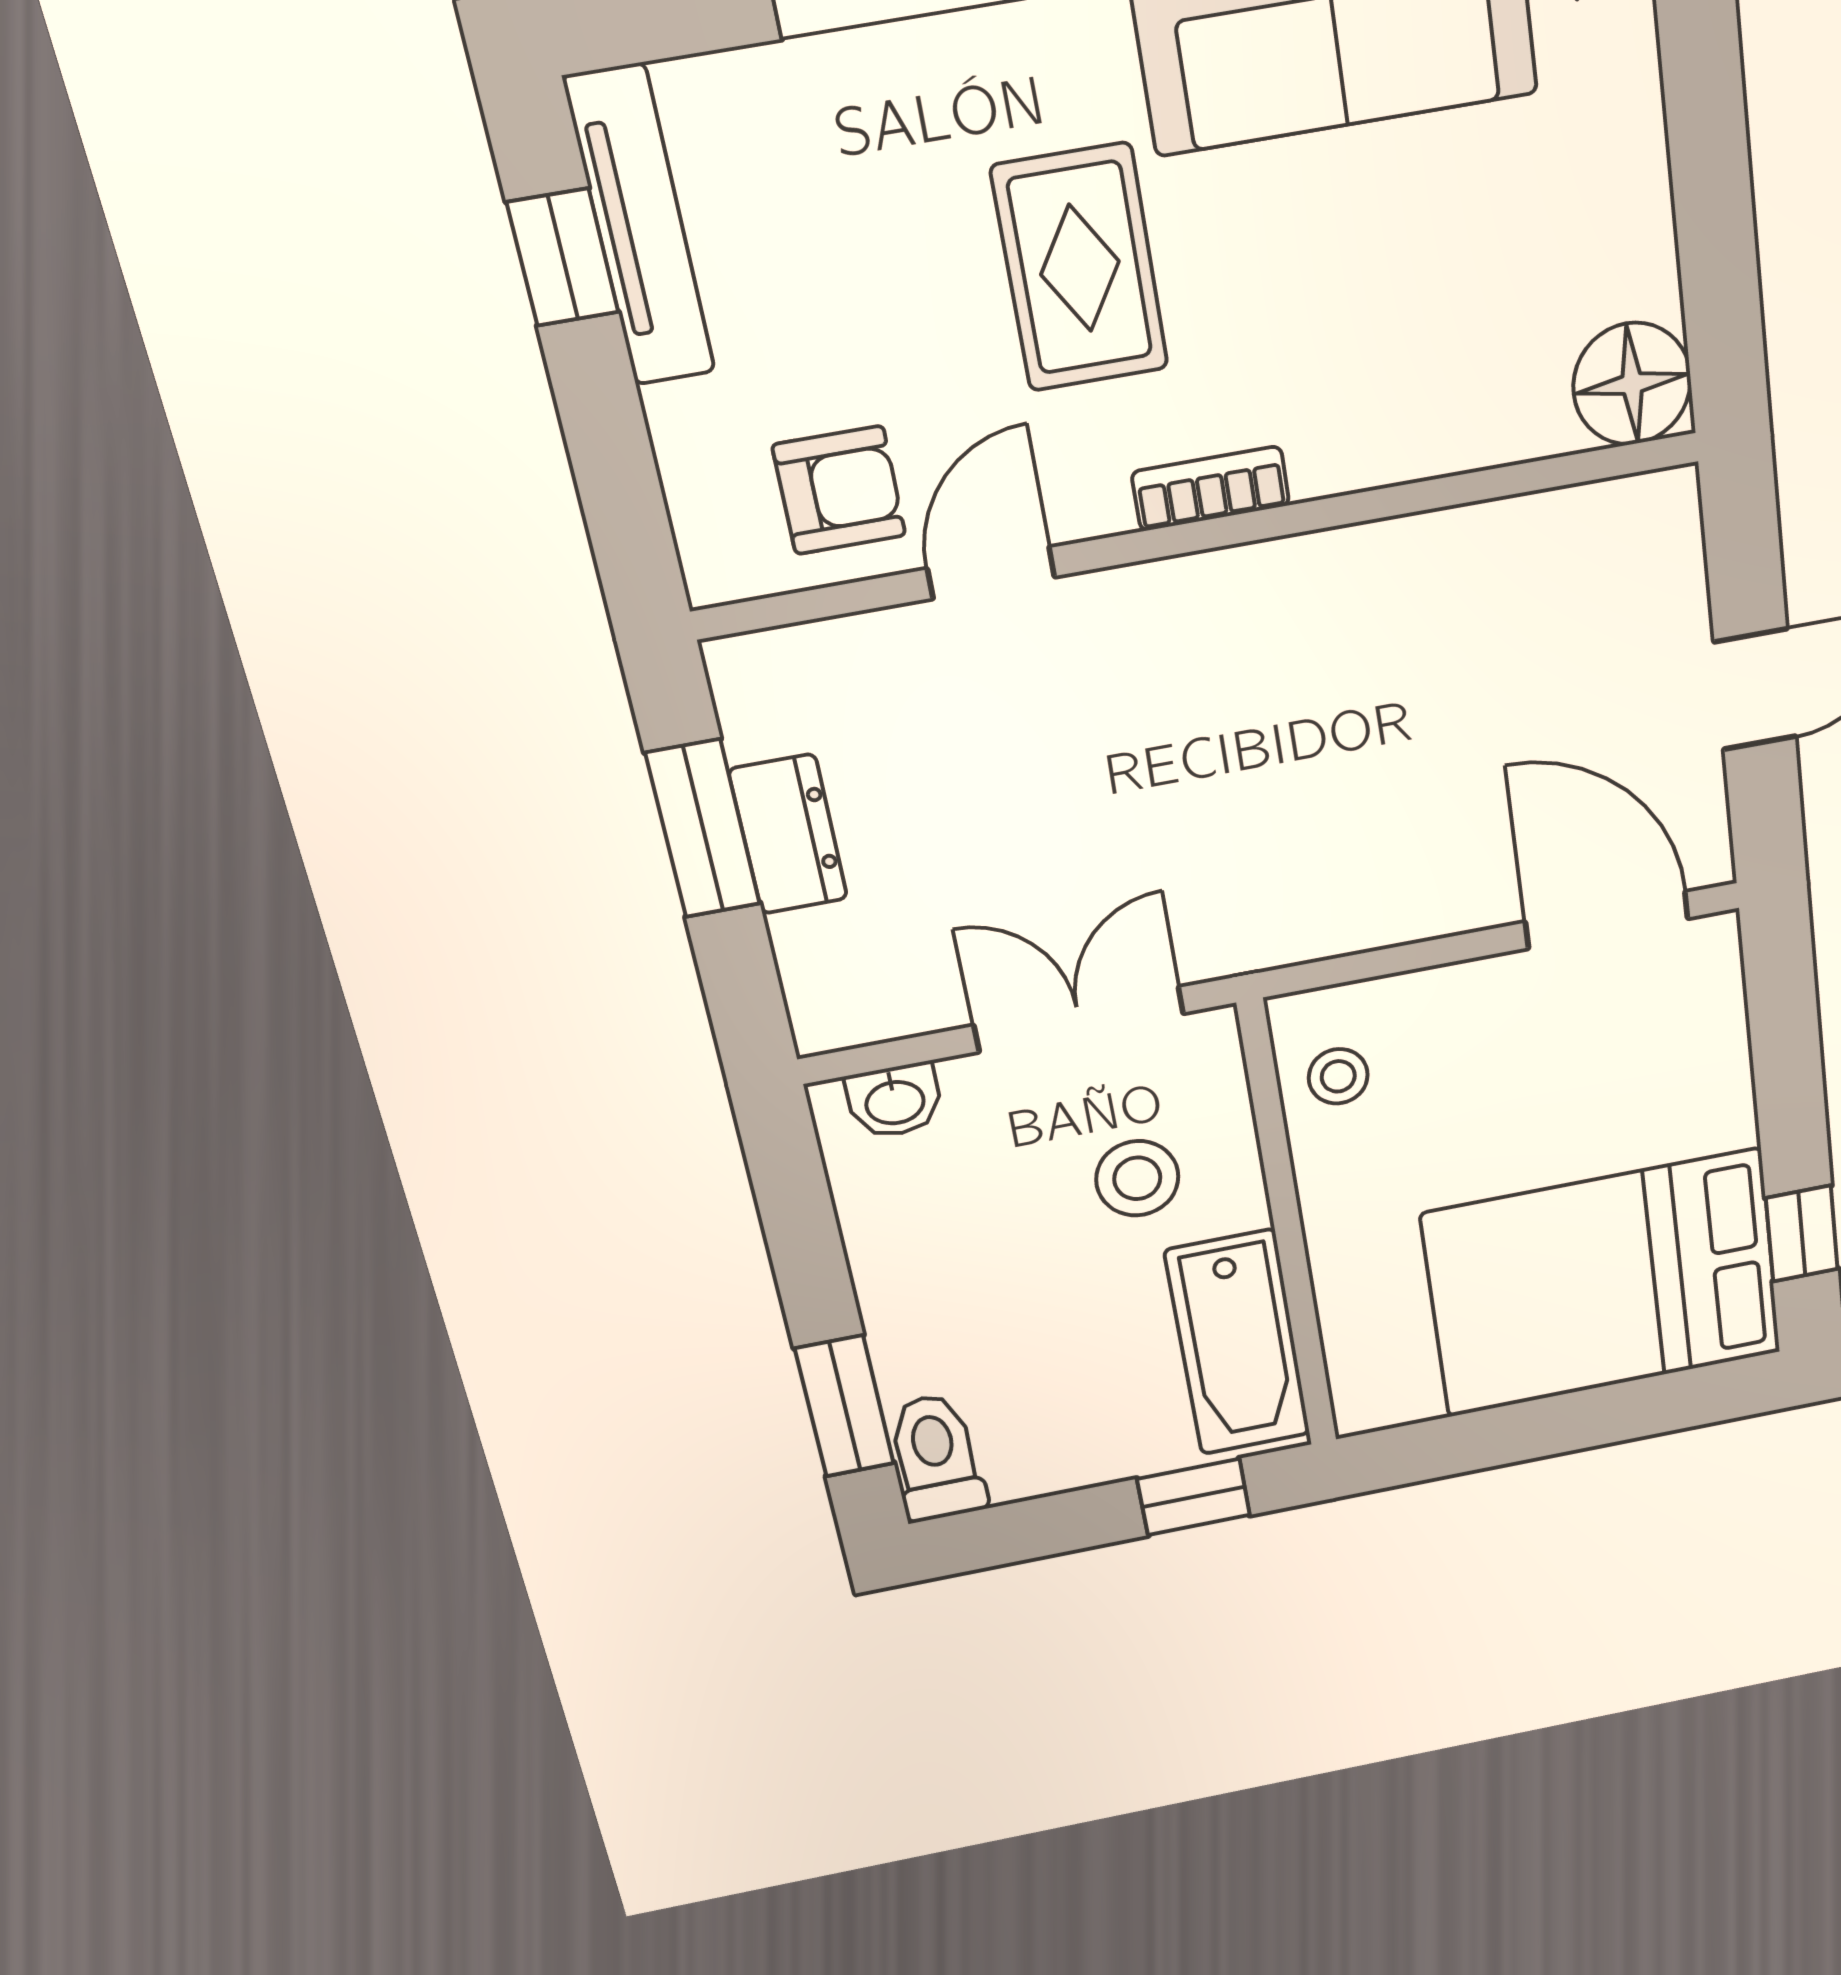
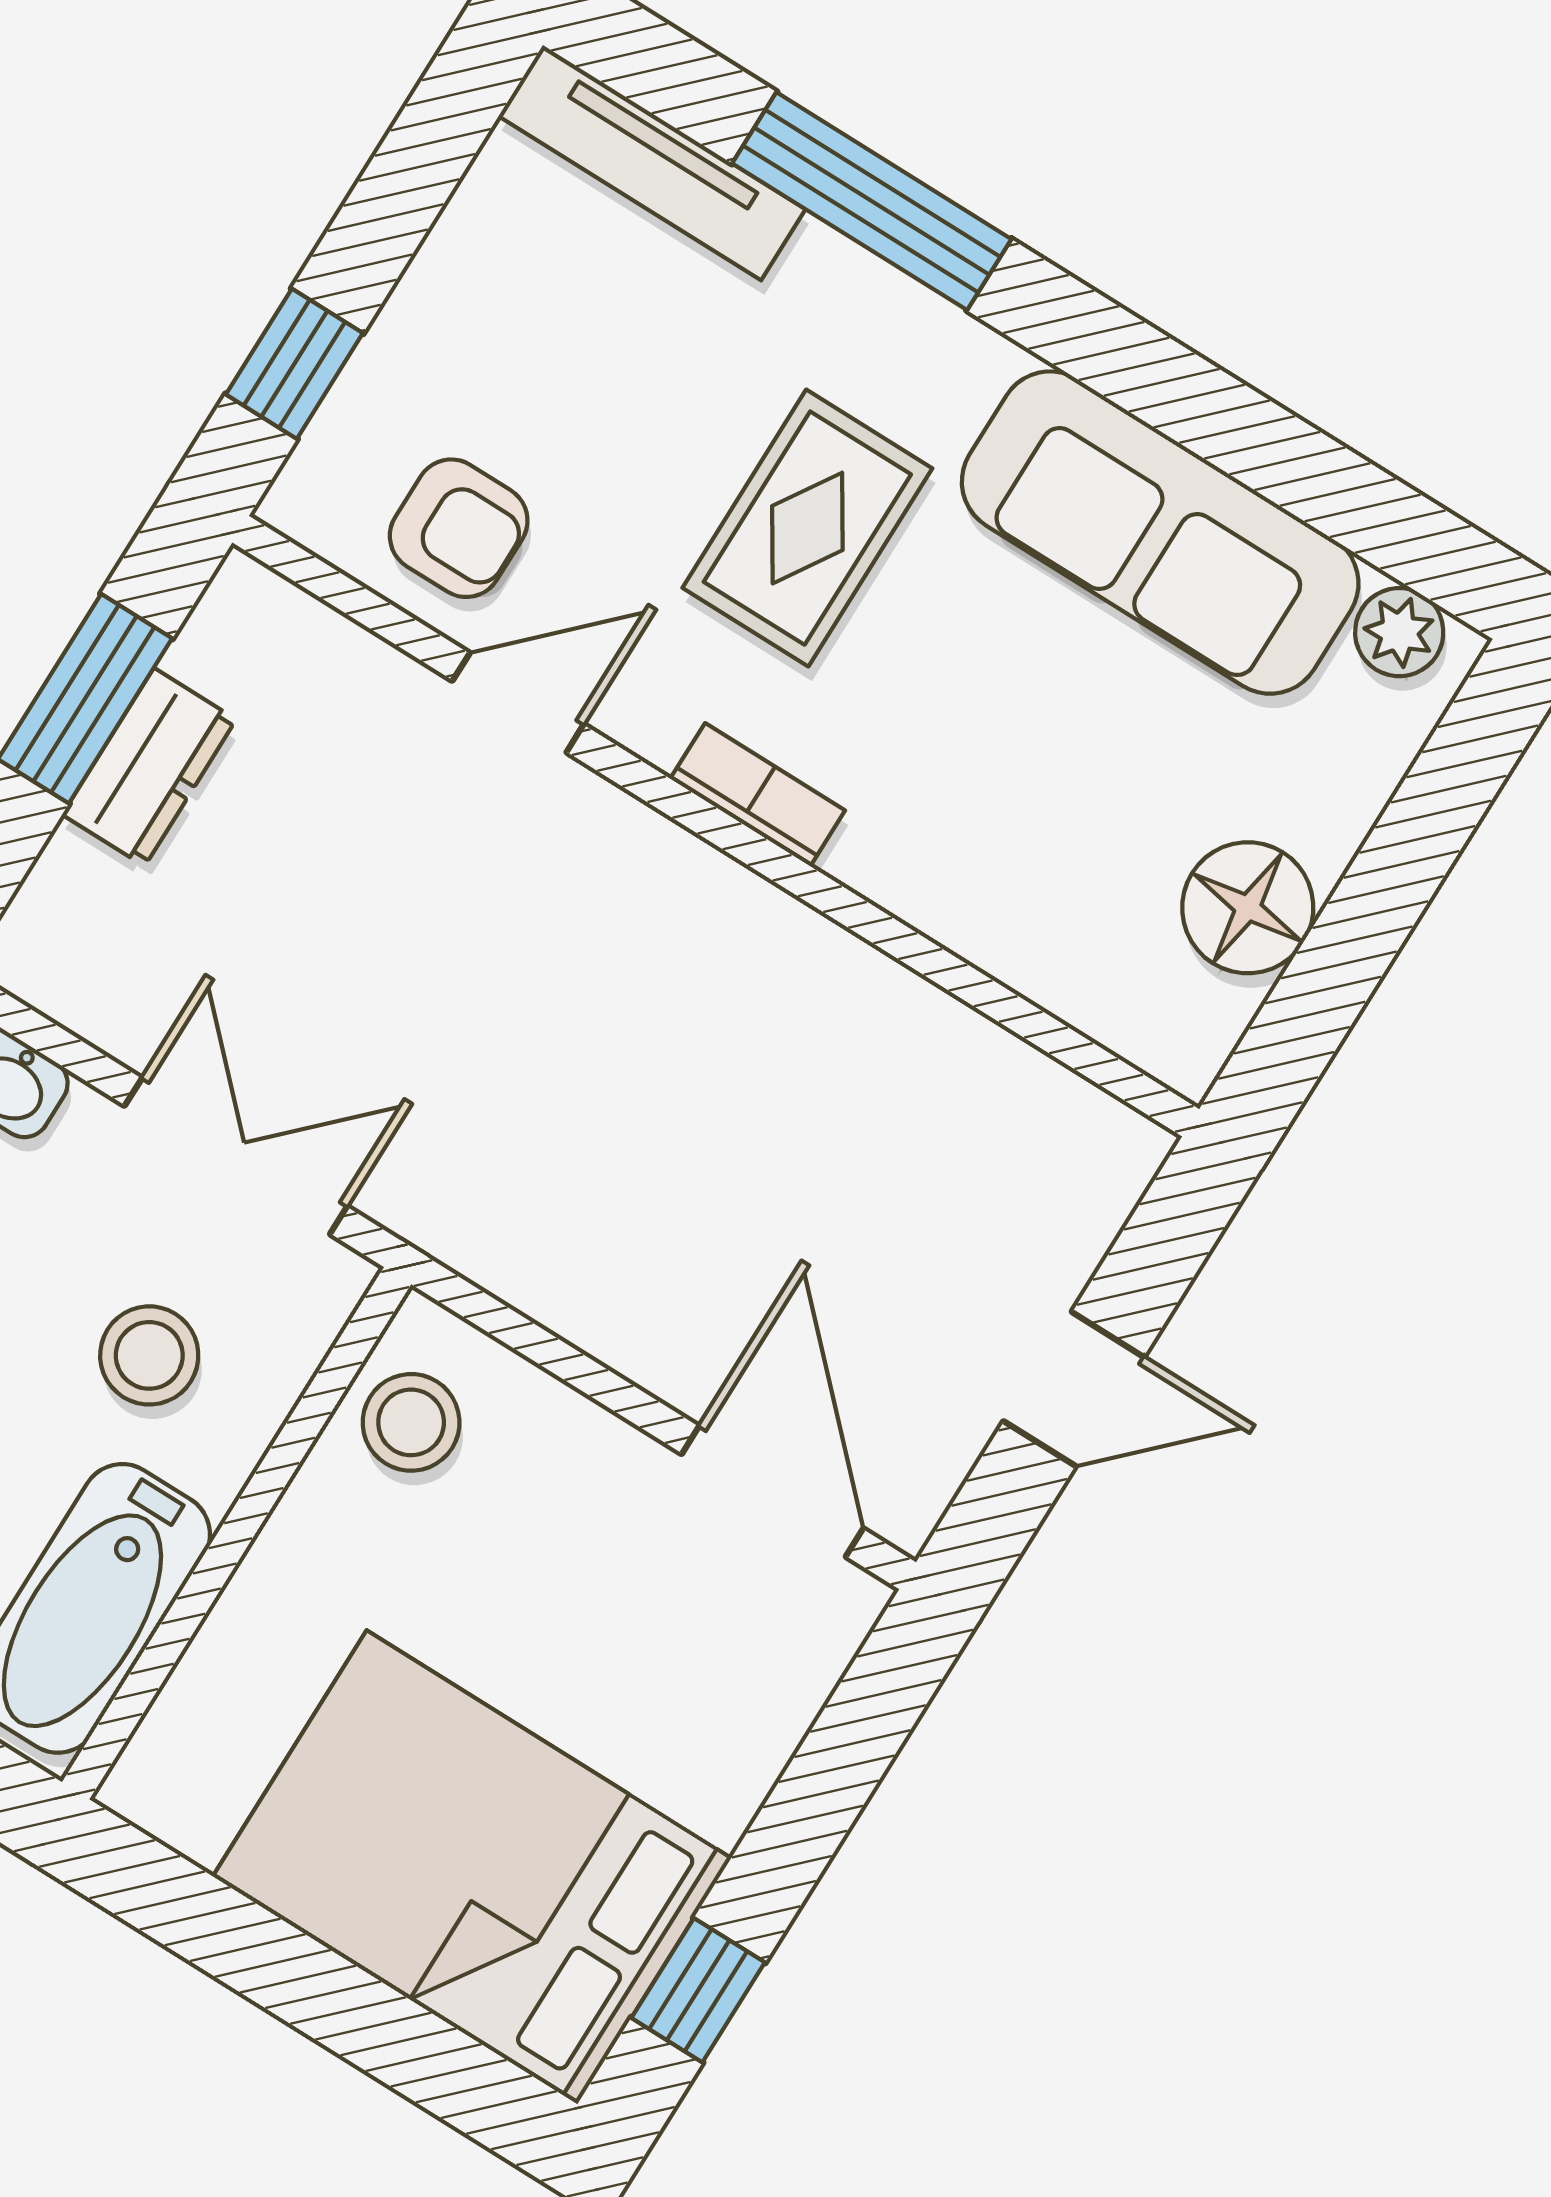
tv unit: (640, 226) -> (652, 163), moved, turned 90
window: (563, 257) -> (294, 364), moved
floor lamp: (1632, 384) -> (1248, 908), moved
stool: (1338, 1076) -> (411, 1422), width x1.37, depth x1.37

